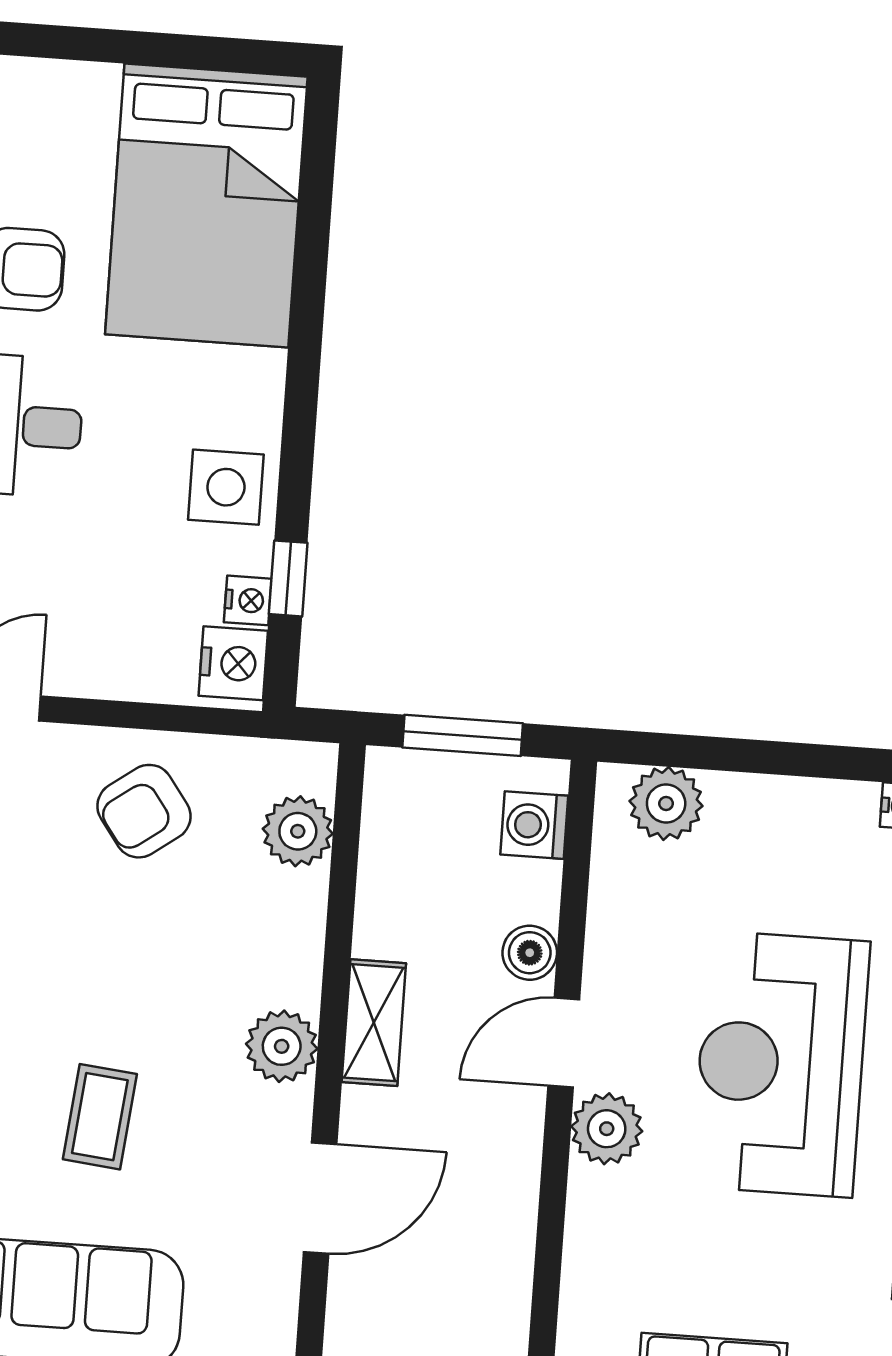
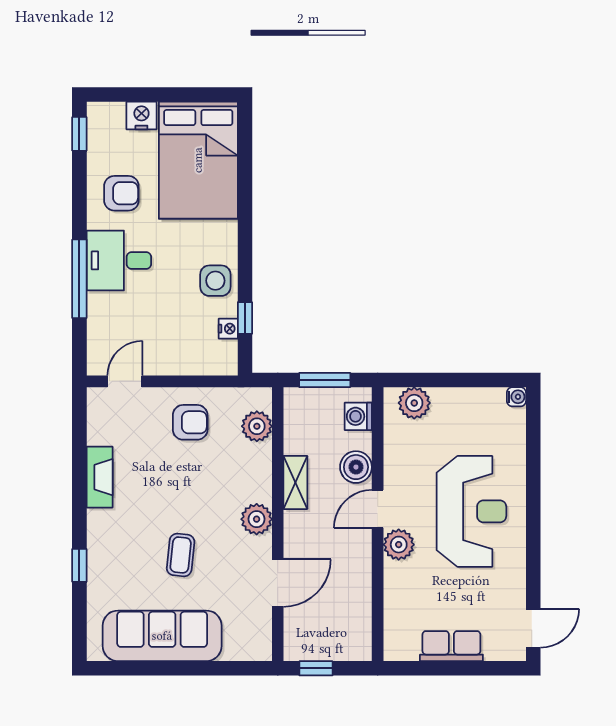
nightstand: (233, 663) -> (141, 116), moved, turned -90
armchair: (144, 811) -> (190, 422), turned -144
boiler: (530, 953) -> (356, 467), width x1.36, depth x1.36
shelving: (374, 1023) -> (295, 482), moved
reception desk: (781, 1064) -> (471, 511), turned 180

